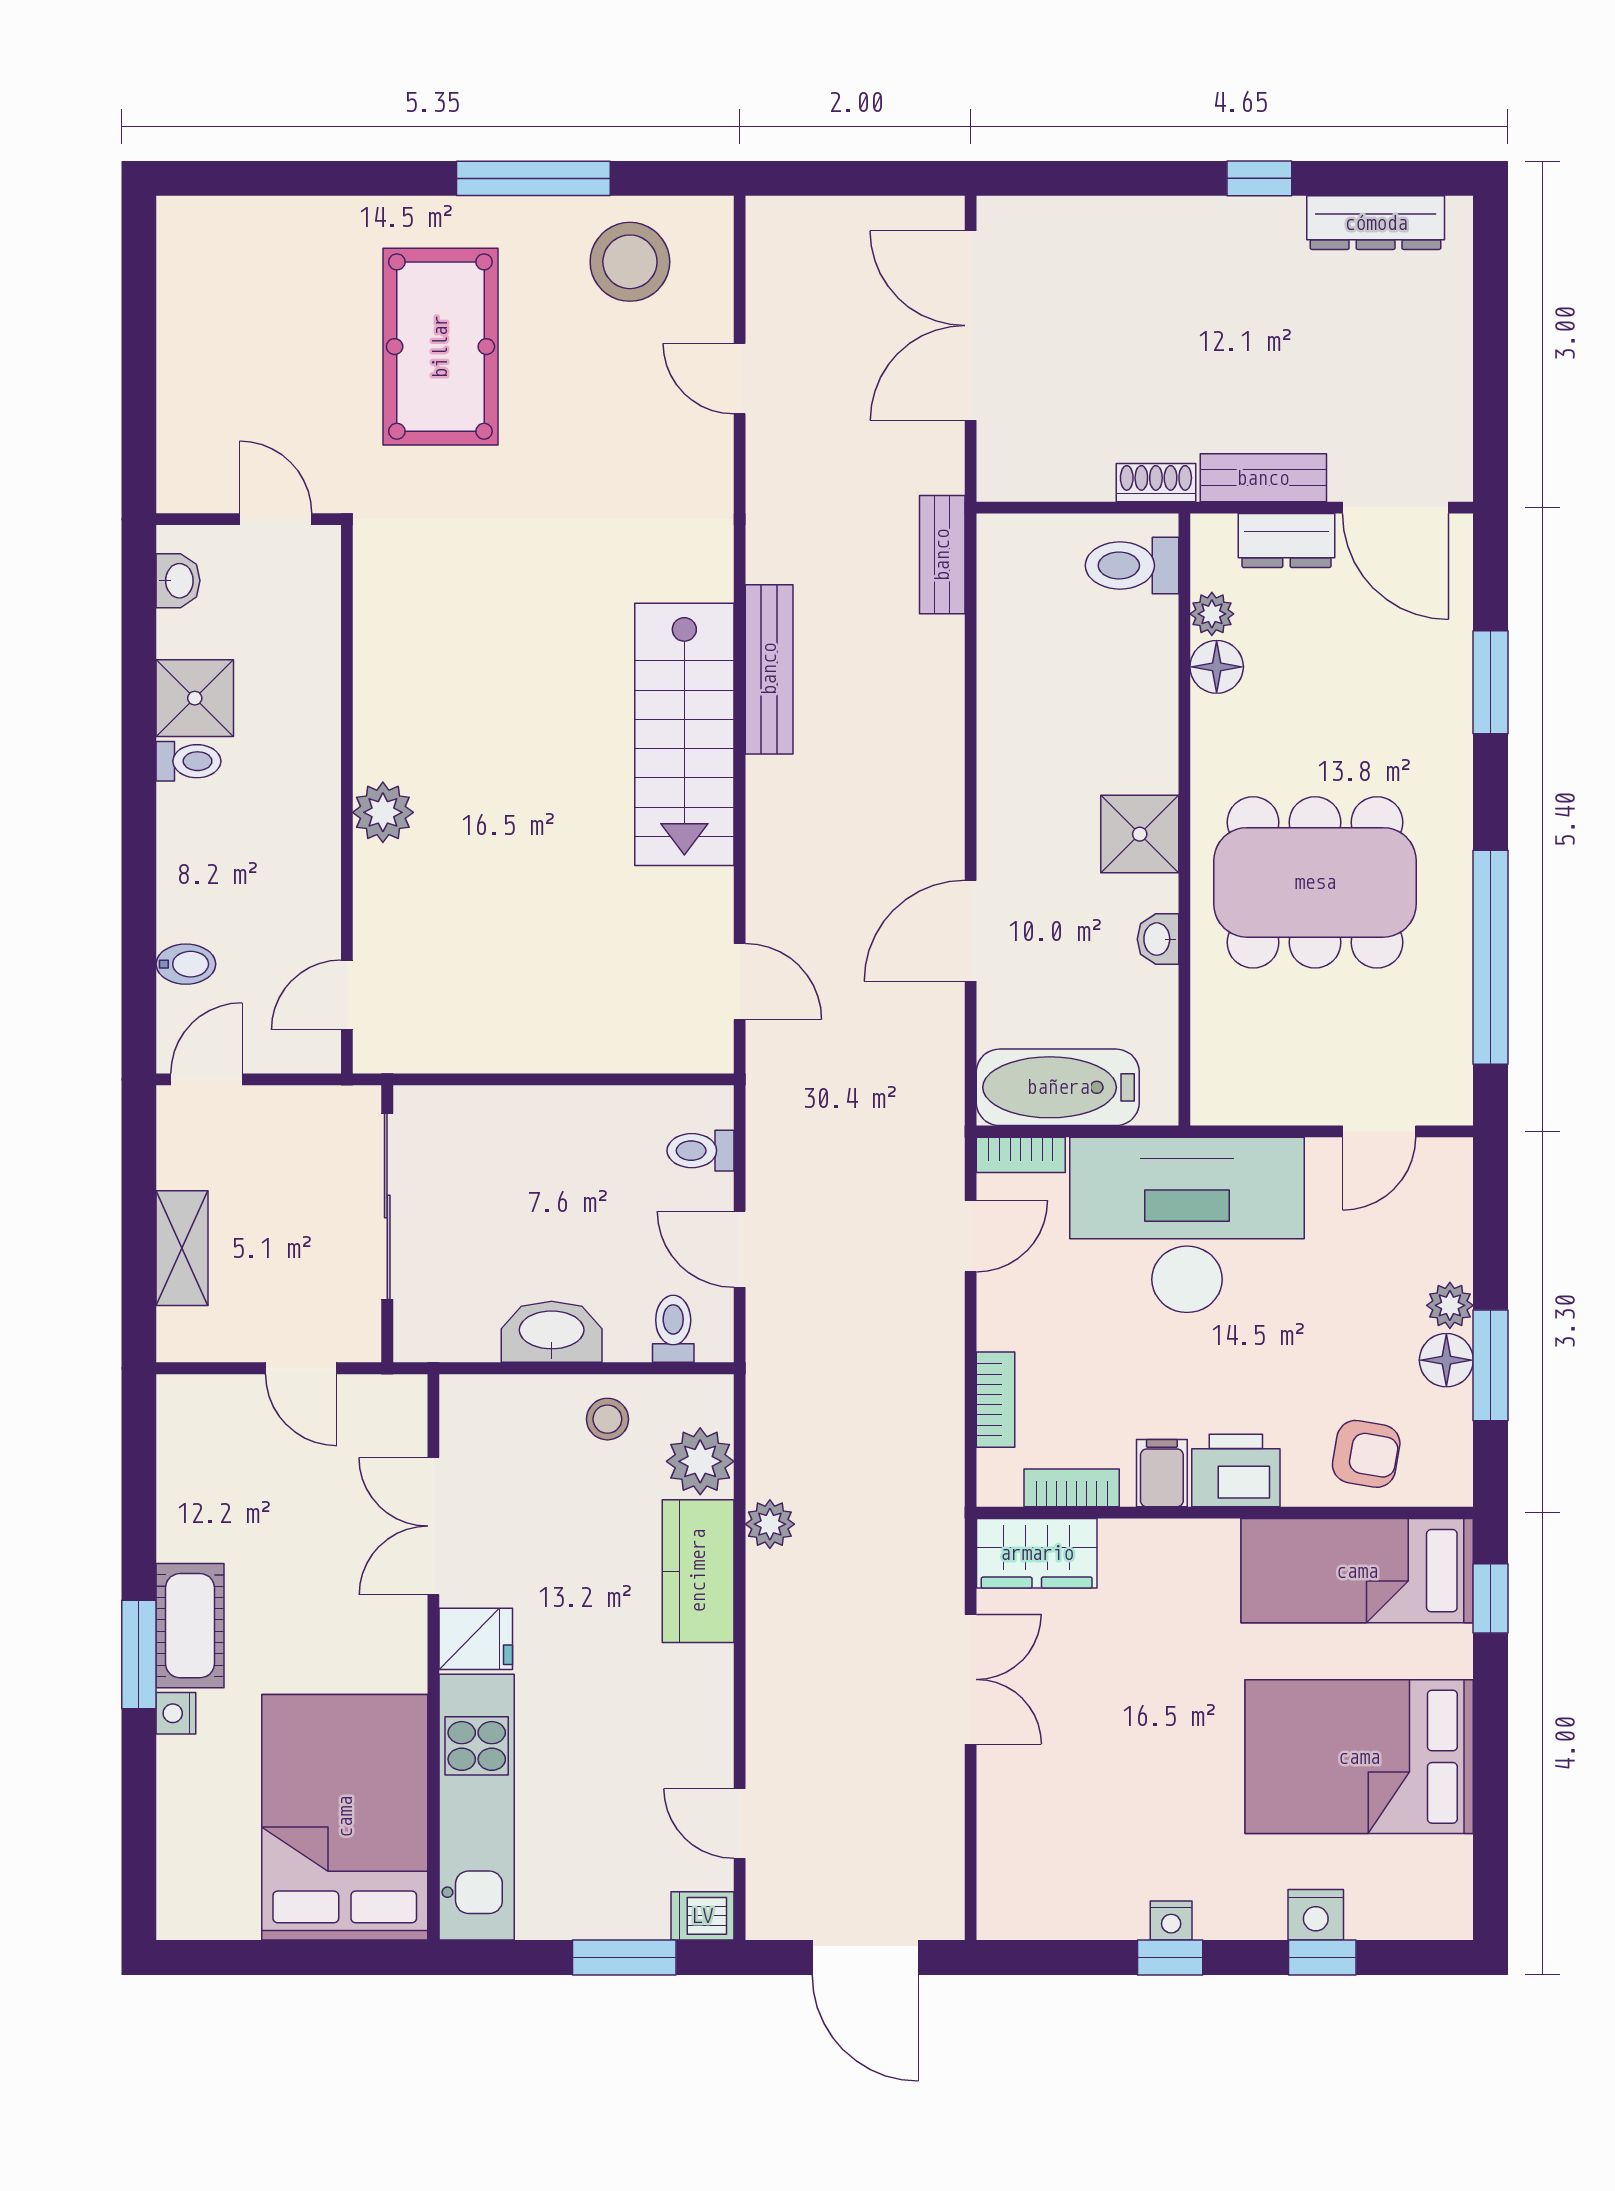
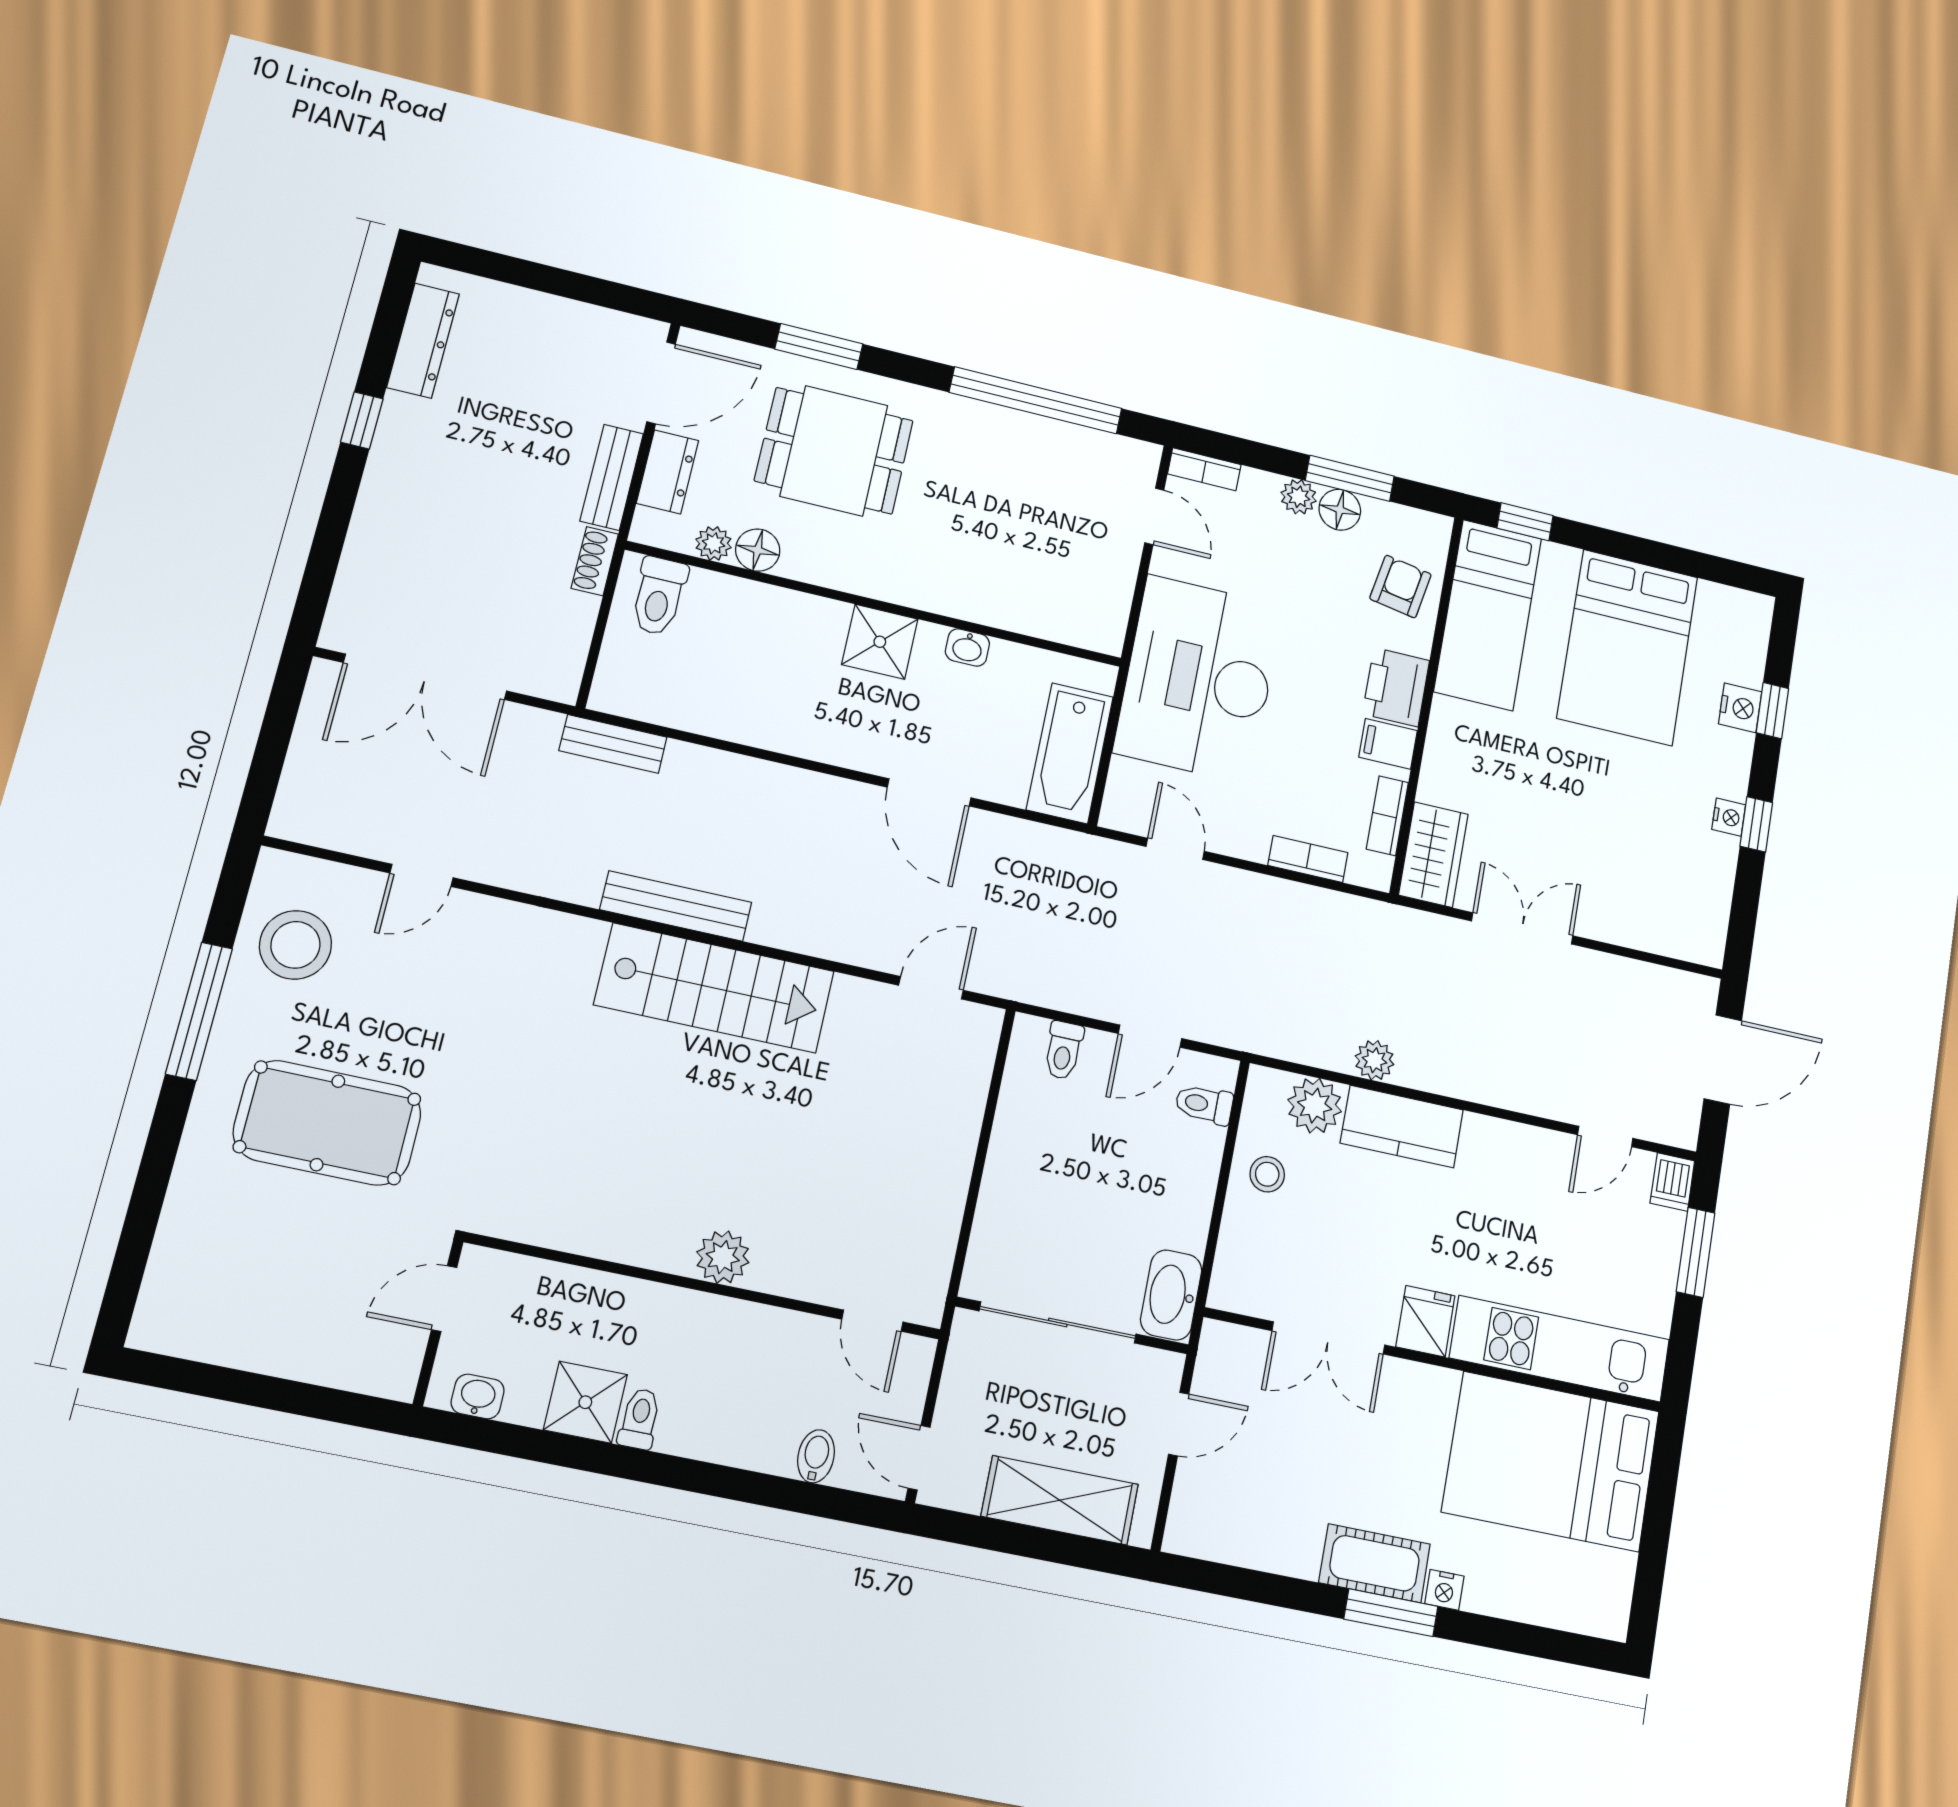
dining table: (1315, 882) -> (834, 451), moved, width x0.73
bookcase: (1021, 1155) -> (1204, 469), moved, turned 90
shelving: (182, 1248) -> (1060, 1500), width x1.50, depth x1.33
washbasin: (552, 1332) -> (1171, 1295), moved

